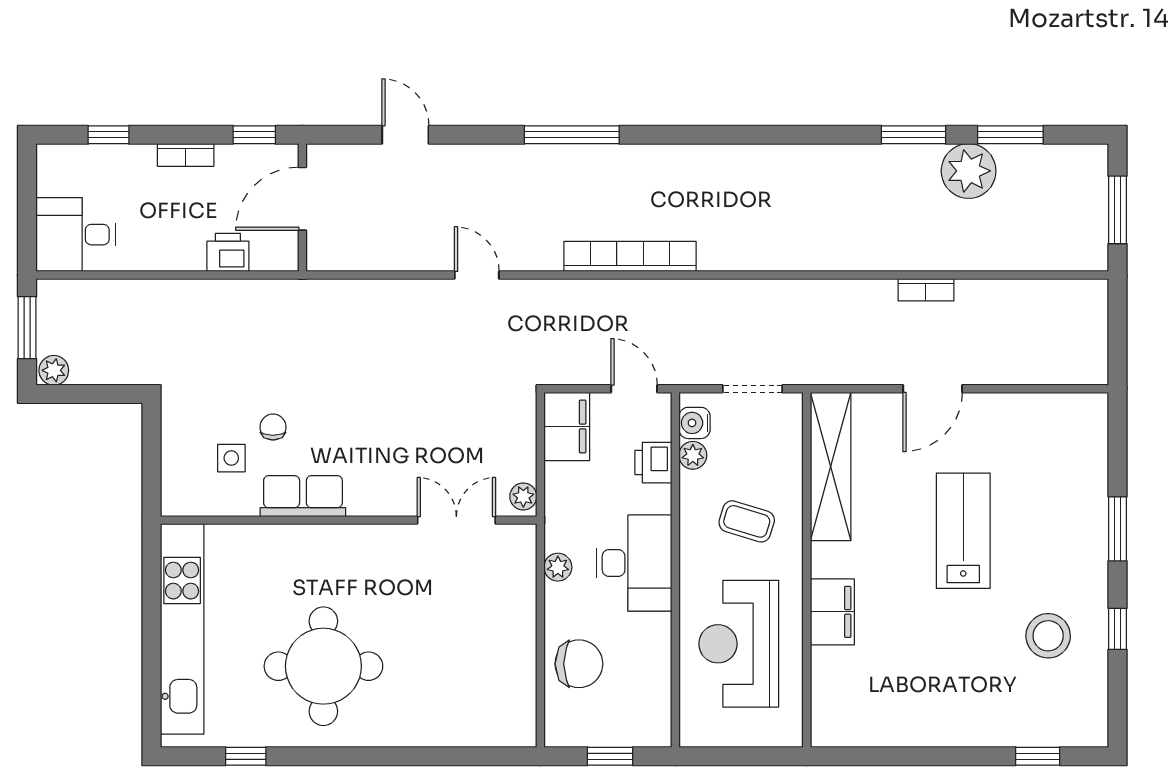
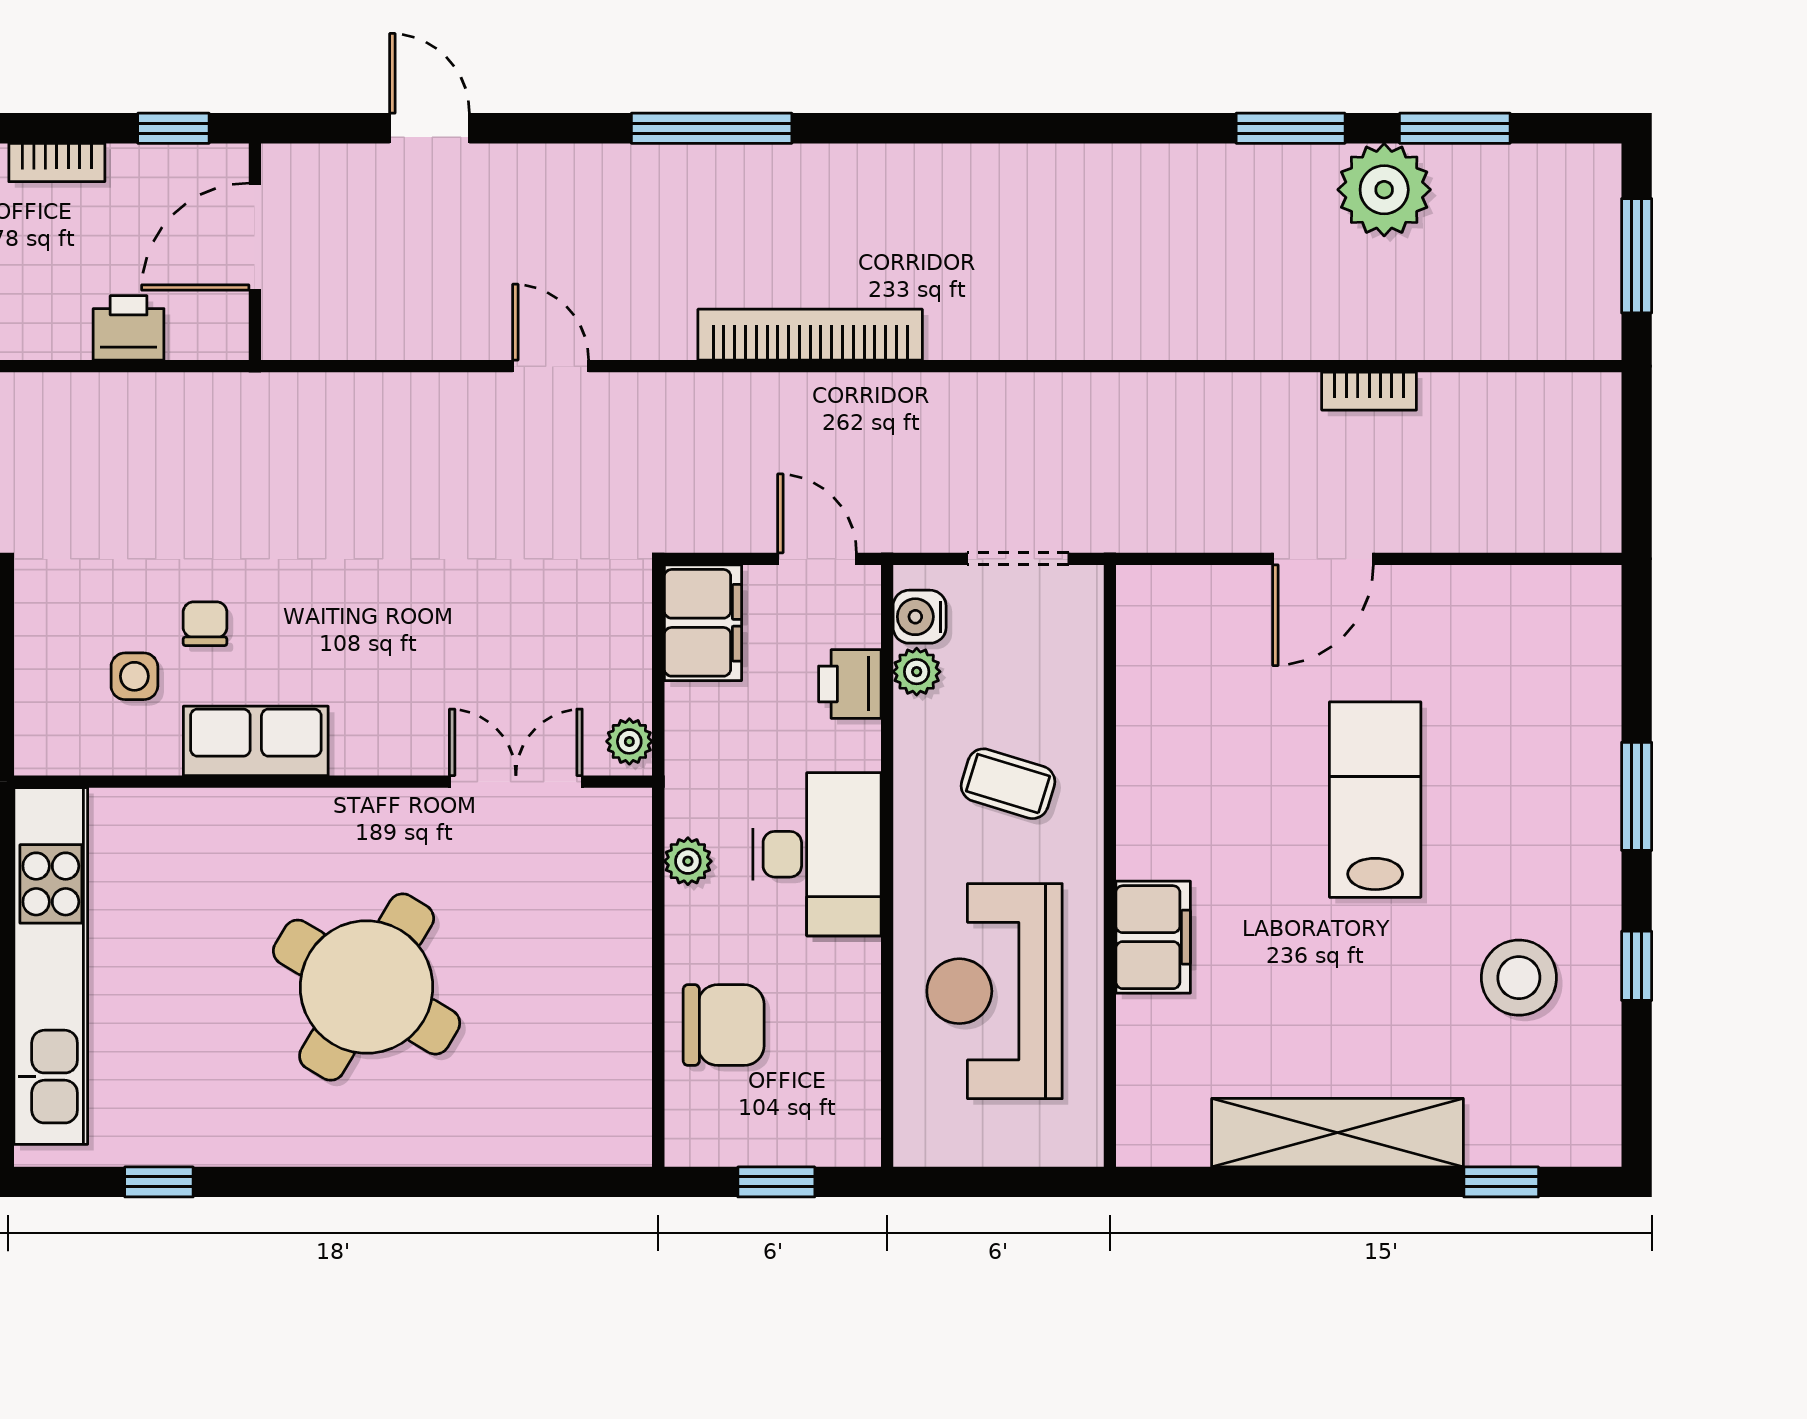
bookcase: (926, 290) -> (1369, 391), moved
shelving: (831, 466) -> (1338, 1133), moved, turned 90
round table: (323, 666) -> (367, 987), moved, turned 31

